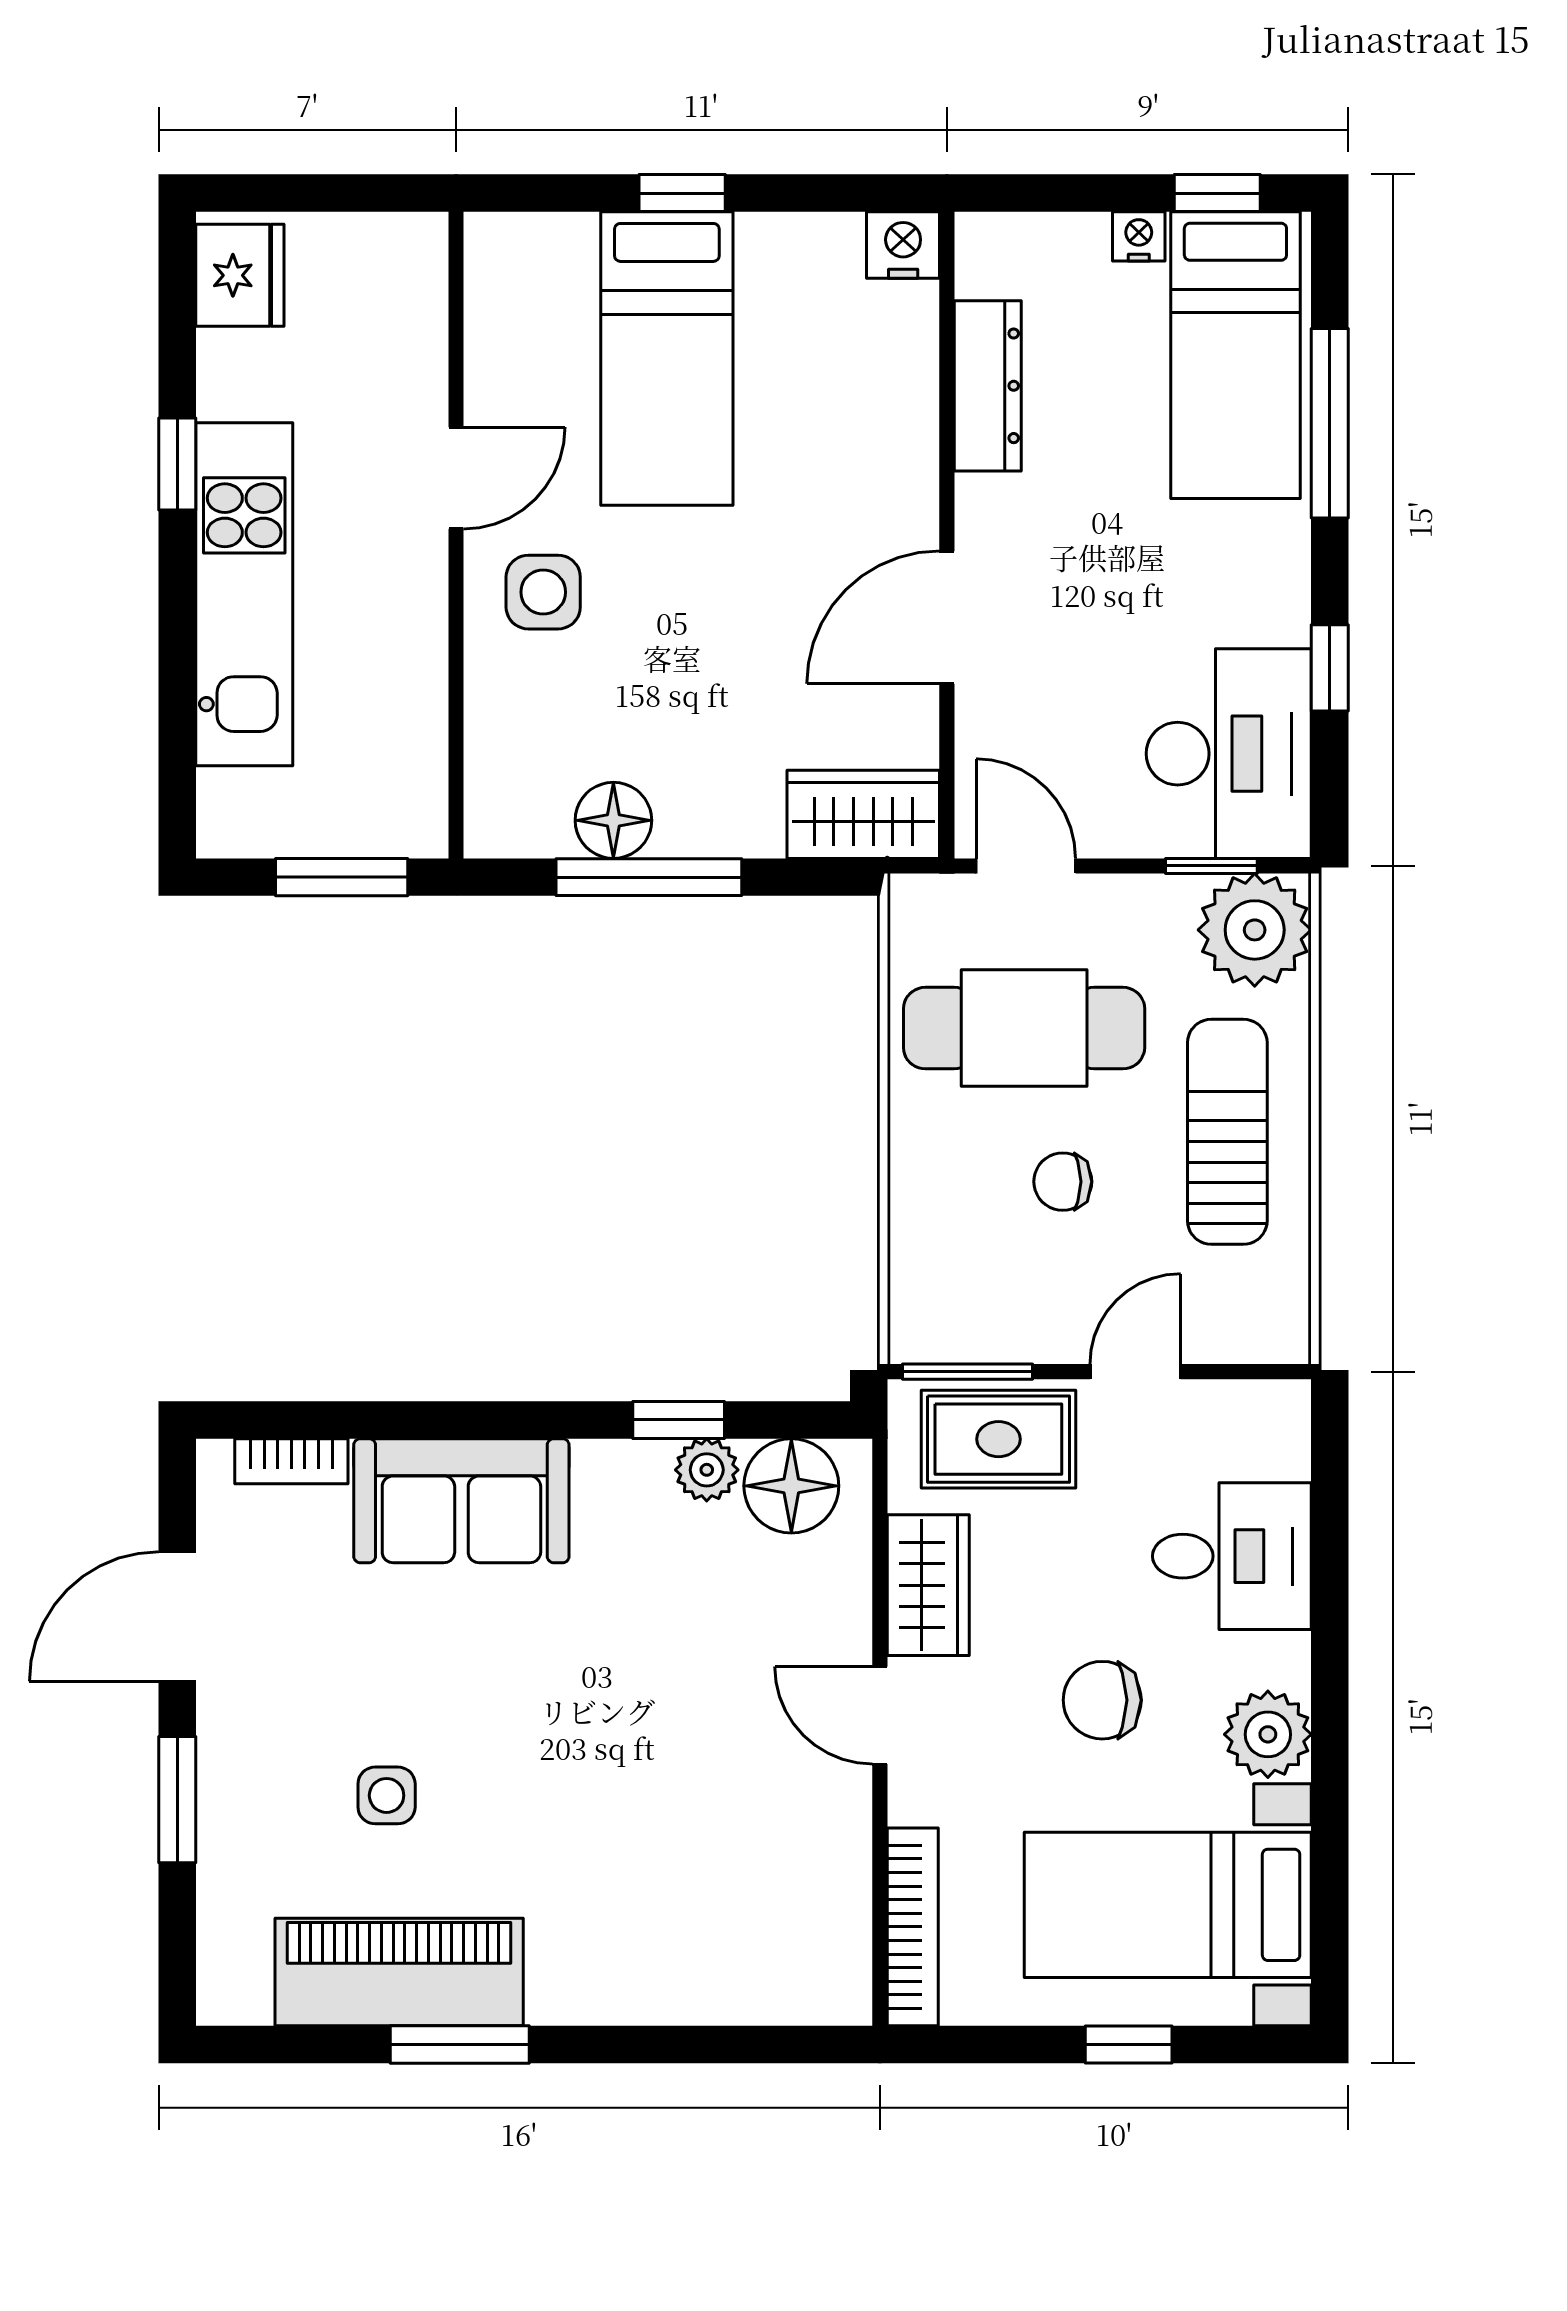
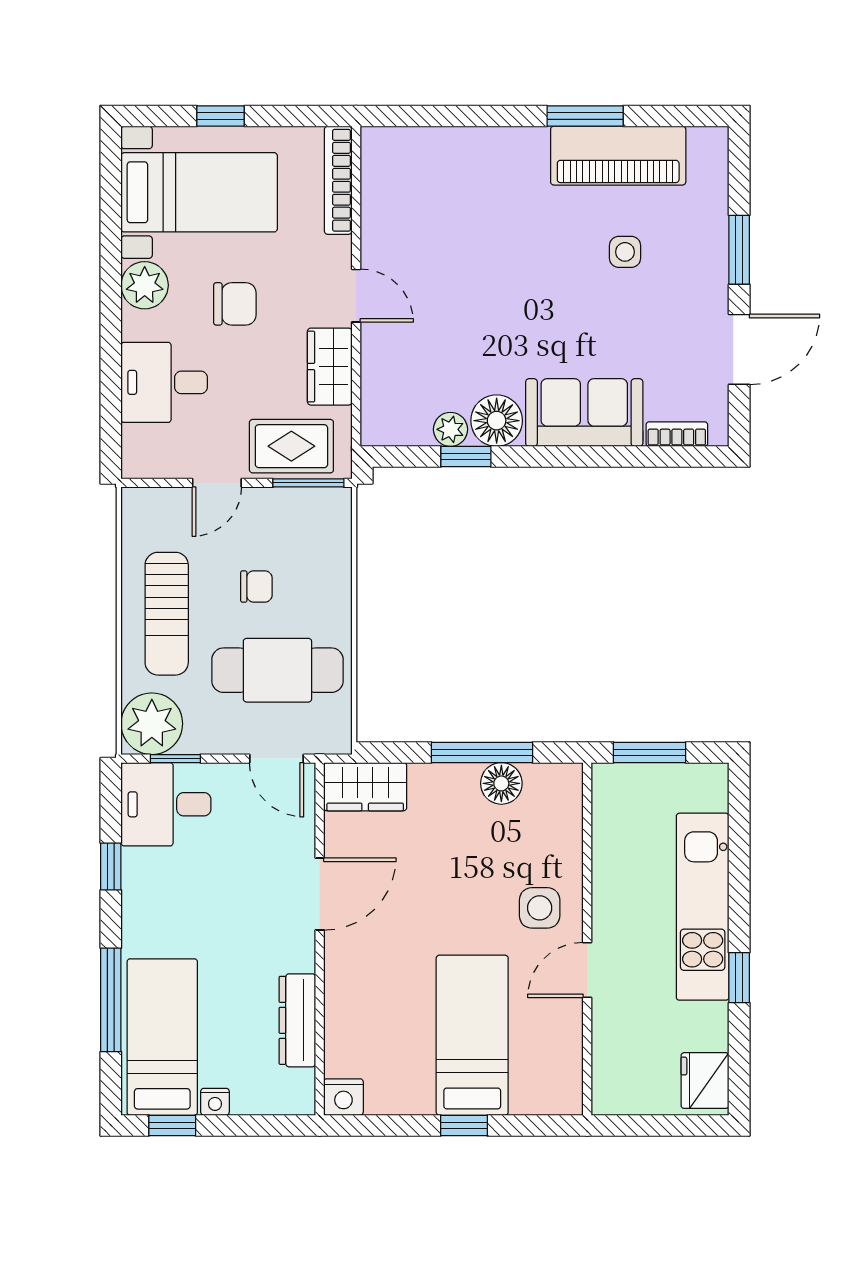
desk: (1229, 754) -> (166, 804), width x0.73
floor lamp: (791, 1486) -> (497, 421), moved

